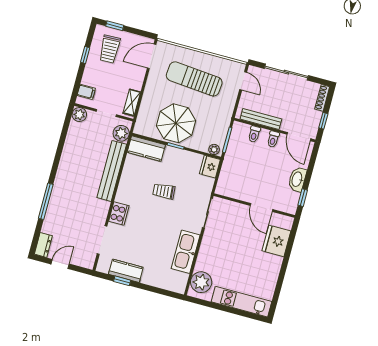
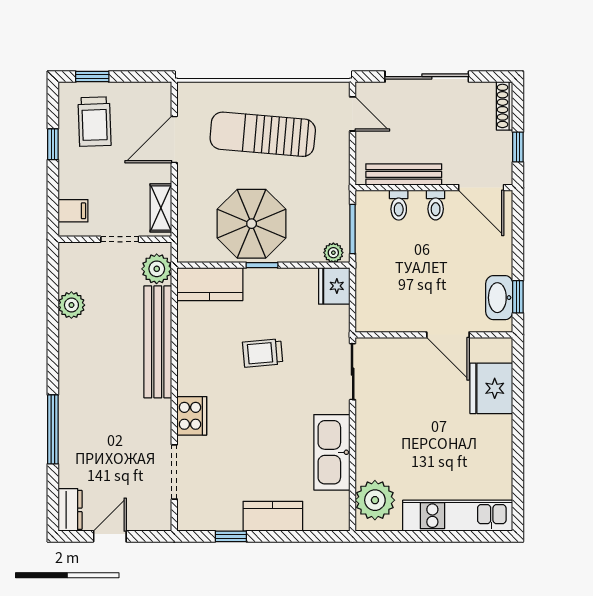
door: (152, 56) -> (174, 139), moved
plant: (79, 114) -> (71, 305), moved
washbasin: (297, 179) -> (499, 298), moved
kitchen counter: (126, 271) -> (273, 516), moved

